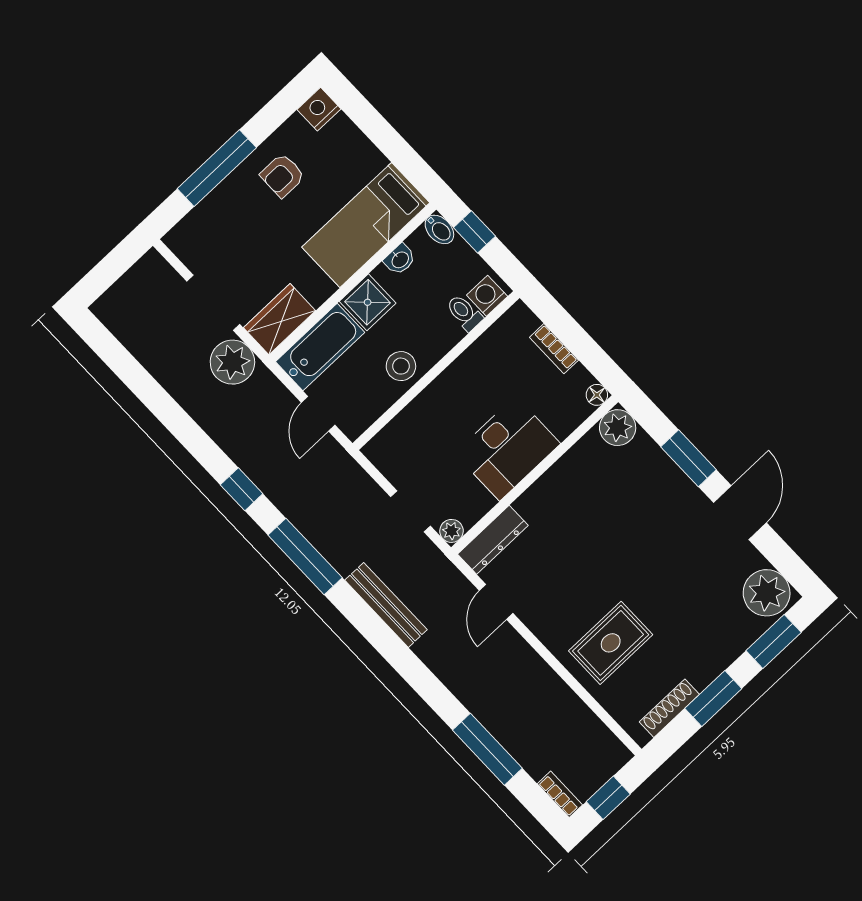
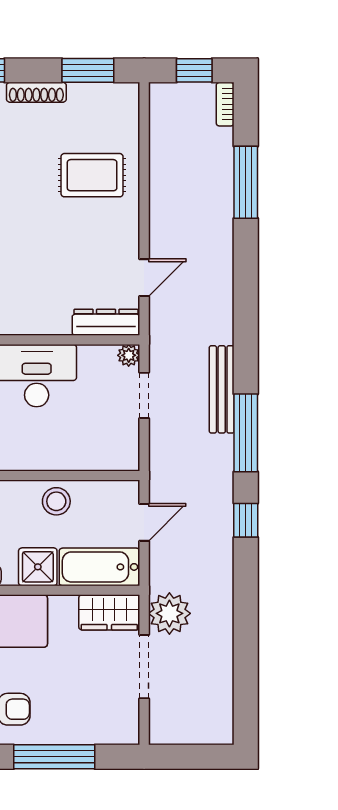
bench: (386, 605) -> (222, 389), moved
window: (713, 698) -> (88, 70), moved
shoe rack: (669, 708) -> (36, 92), moved

